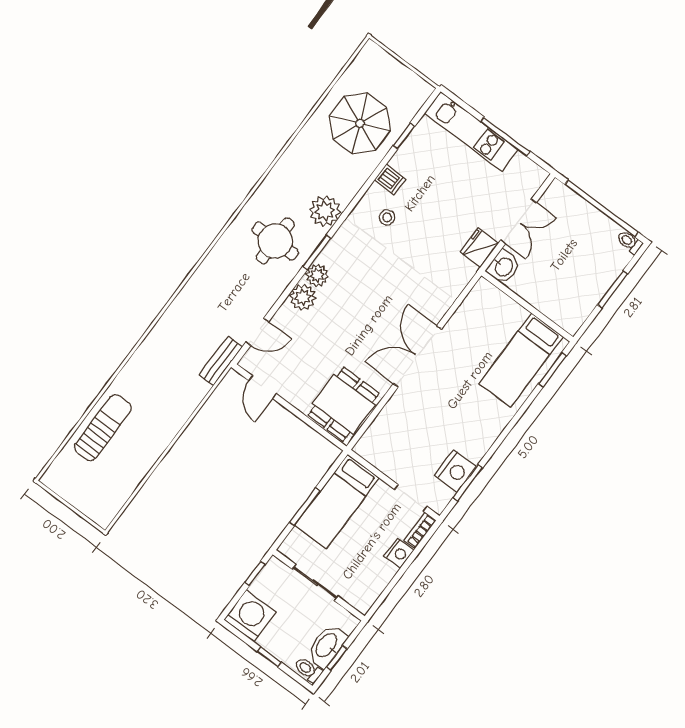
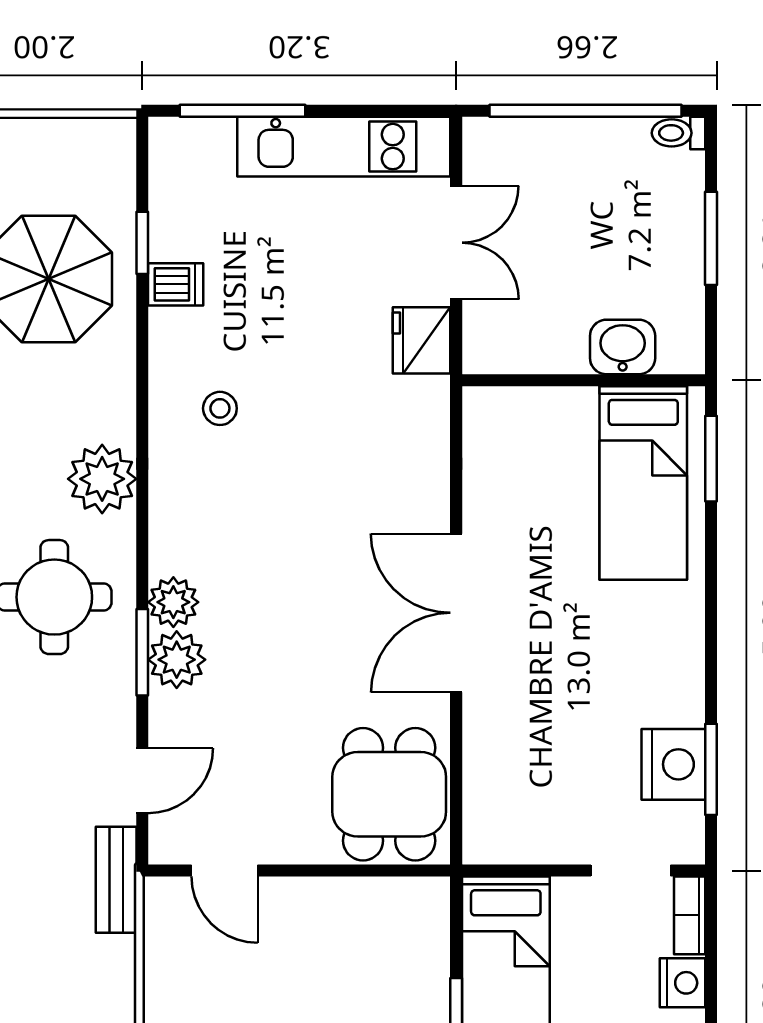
kitchen unit: (471, 131) -> (344, 147), moved
window: (505, 136) -> (243, 111), moved
dishwasher: (390, 180) -> (176, 284), moved
window: (317, 252) -> (142, 652), moved
washbasin: (503, 267) -> (623, 347), moved, turned -90

